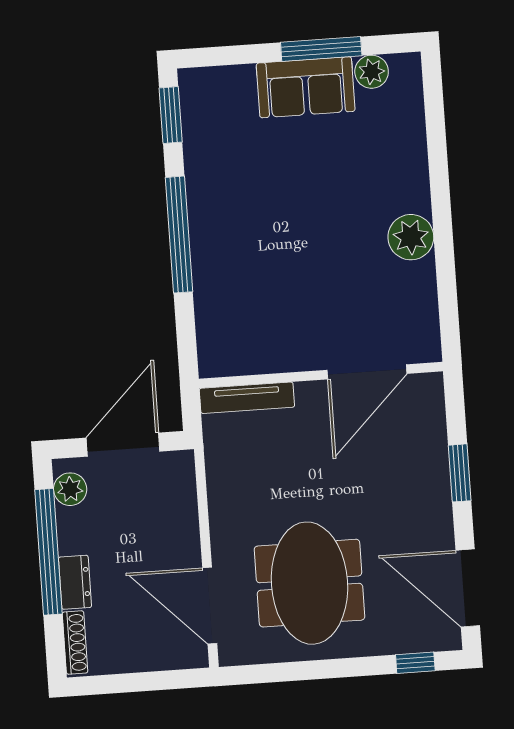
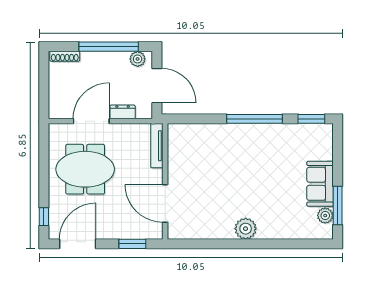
window: (321, 49) -> (338, 206), moved
door: (367, 372) -> (165, 203), moved
wall: (321, 375) -> (165, 181), moved
tv unit: (247, 398) -> (157, 146), moved
dresser: (75, 582) -> (123, 112), moved, turned 180
door: (210, 606) -> (91, 121), moved

